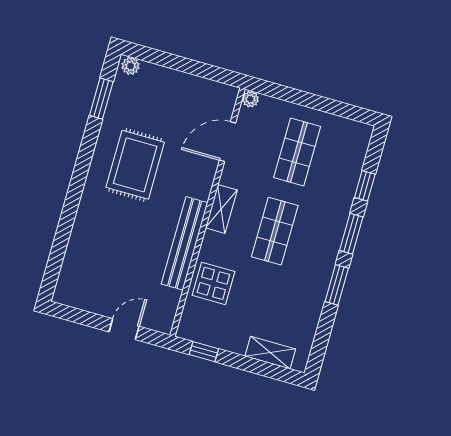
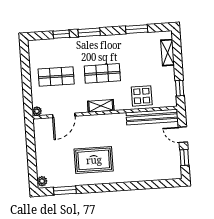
door: (227, 142) -> (64, 115), hinge flipped
bench: (185, 243) -> (152, 117), moved
window: (337, 285) -> (137, 29), moved
window: (85, 318) -> (184, 158), added

